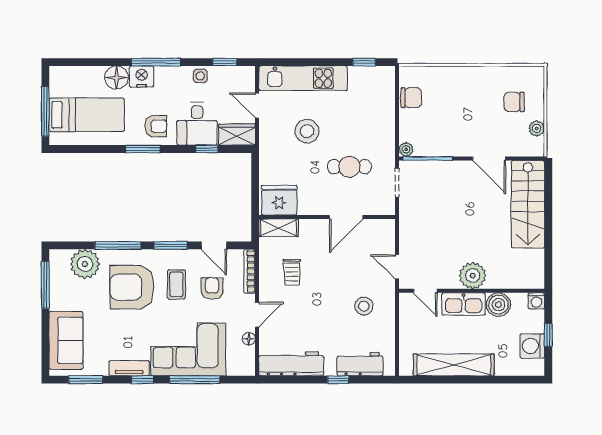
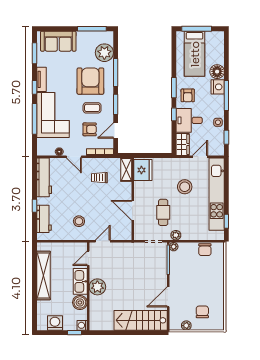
kitchen unit: (303, 78) -> (217, 194), width x1.36
plant: (387, 146) -> (176, 235), added
window: (207, 149) -> (174, 114), moved
window: (548, 335) -> (75, 333), moved

